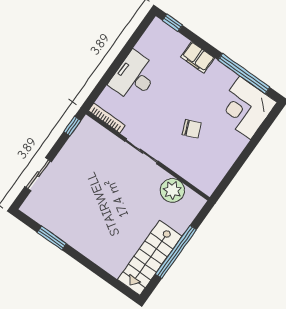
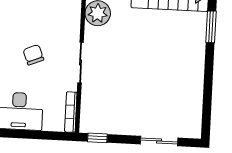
chair: (192, 129) -> (33, 55), moved
window: (52, 238) -> (211, 27), moved

